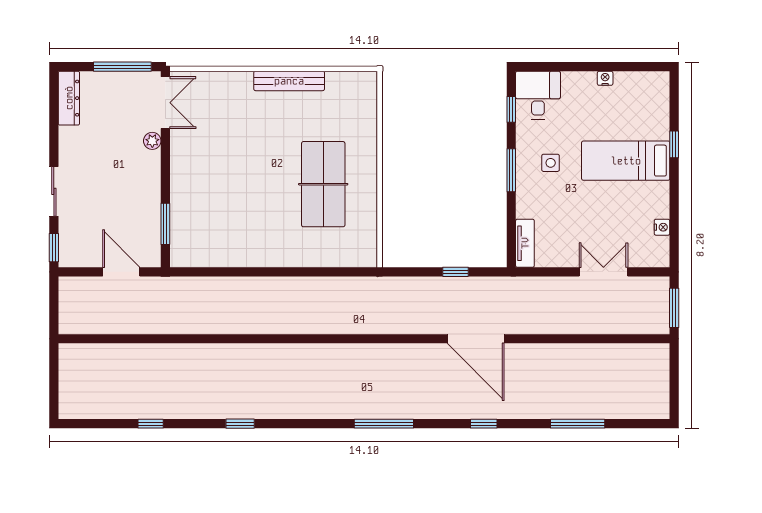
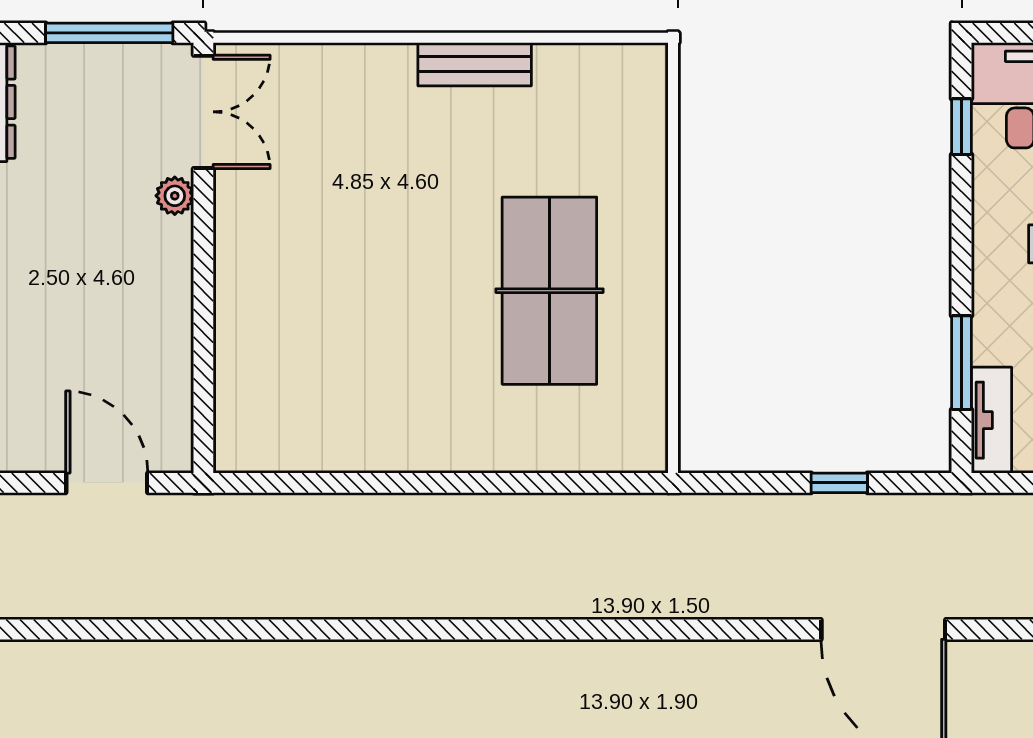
bench: (289, 81) -> (475, 64), width x0.73
window: (511, 170) -> (962, 363), moved
window: (165, 224) -> (203, 378), removed

